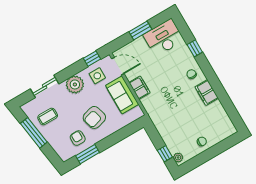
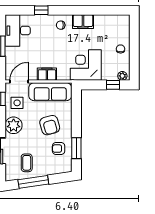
sofa: (122, 95) -> (50, 92), width x1.36
corner desk: (168, 118) -> (86, 65), added

